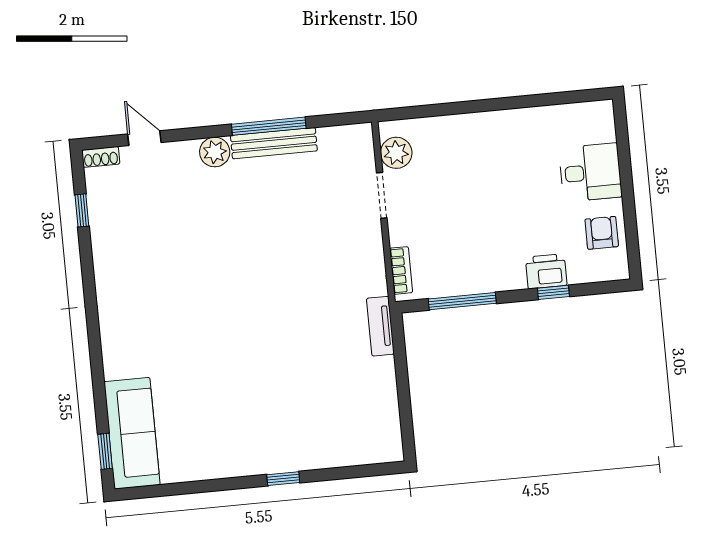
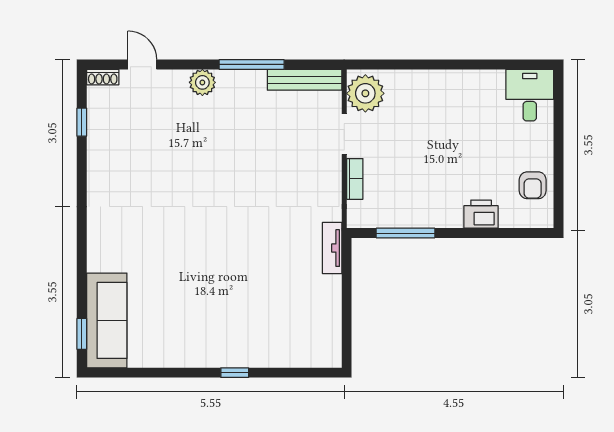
bench: (274, 143) -> (305, 80), moved
plant: (396, 153) -> (365, 93), width x1.36, depth x1.36
desk: (590, 172) -> (530, 95), moved, turned -90
armchair: (602, 233) -> (533, 185), turned 180
bookcase: (401, 270) -> (355, 179), moved
window: (553, 292) -> (486, 233), removed

